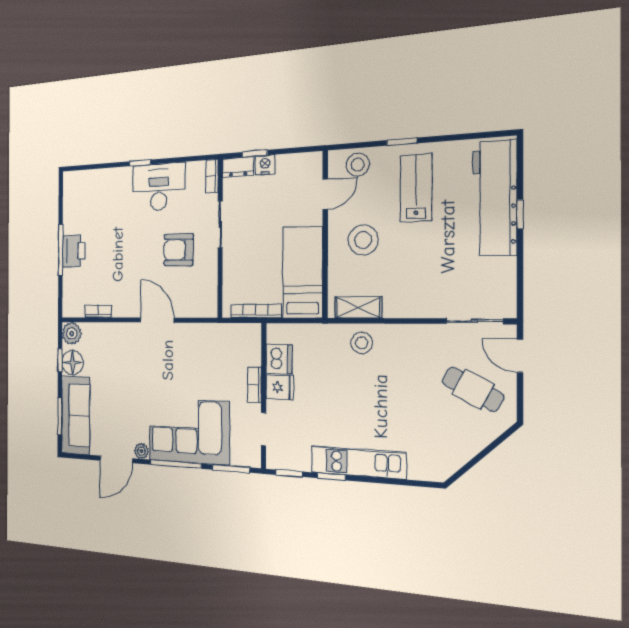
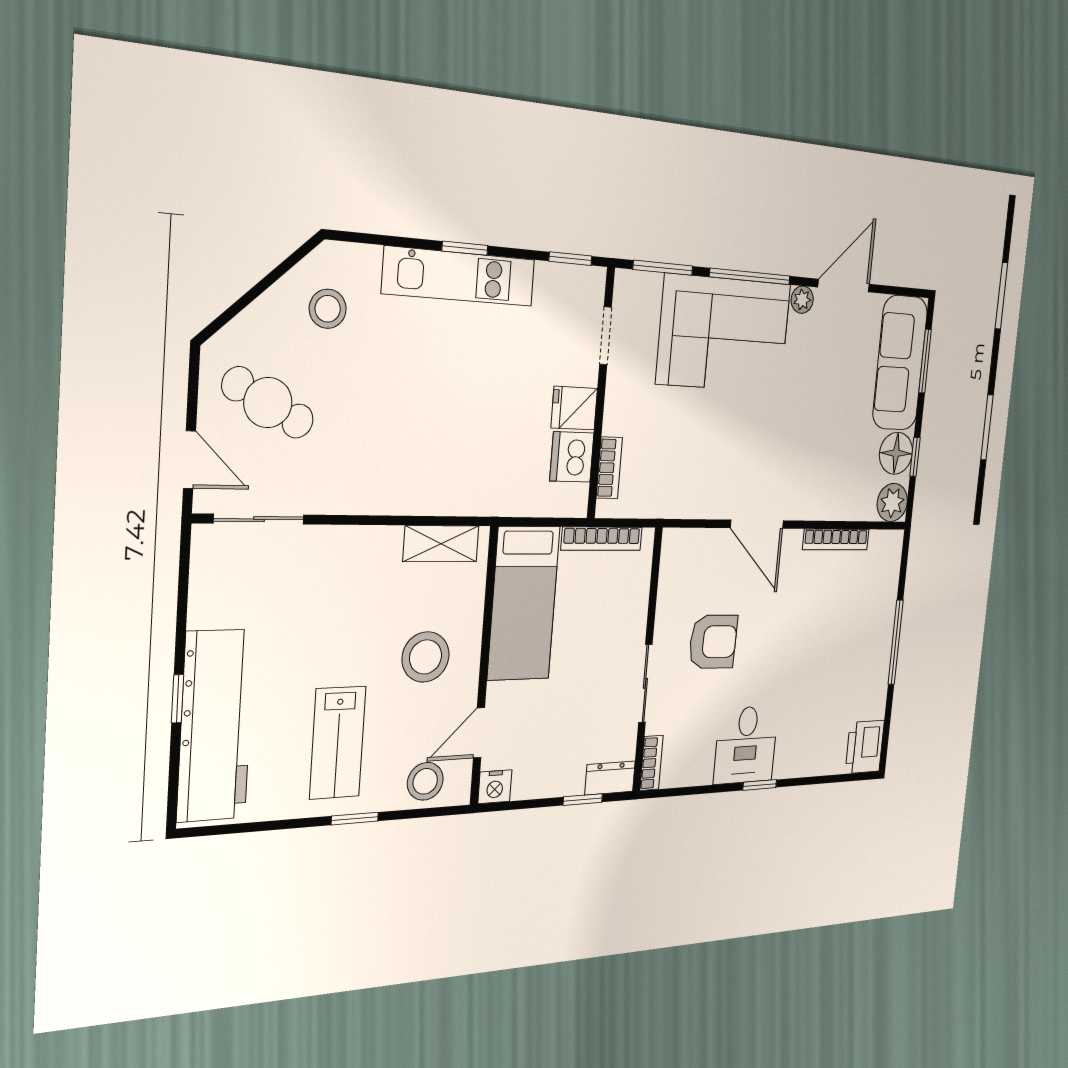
nightstand: (265, 165) -> (495, 787), moved
desk: (159, 187) -> (746, 745), width x0.73
printer: (74, 251) -> (865, 747), moved
bookcase: (98, 311) -> (836, 539), width x1.56
stool: (362, 343) -> (328, 309), moved
bookcase: (254, 385) -> (609, 468), moved
window: (331, 477) -> (465, 248), moved

